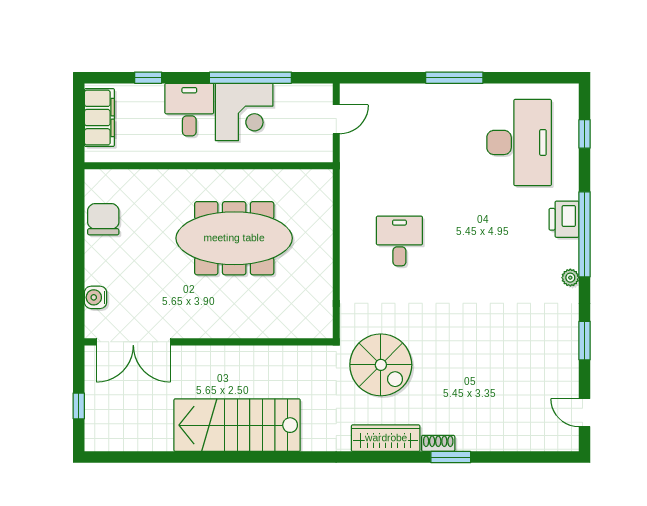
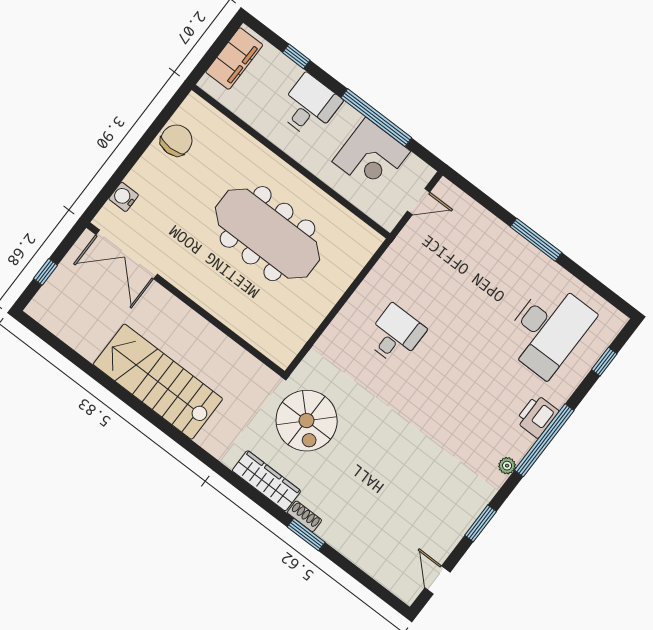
corner desk: (244, 112) -> (371, 156), moved

